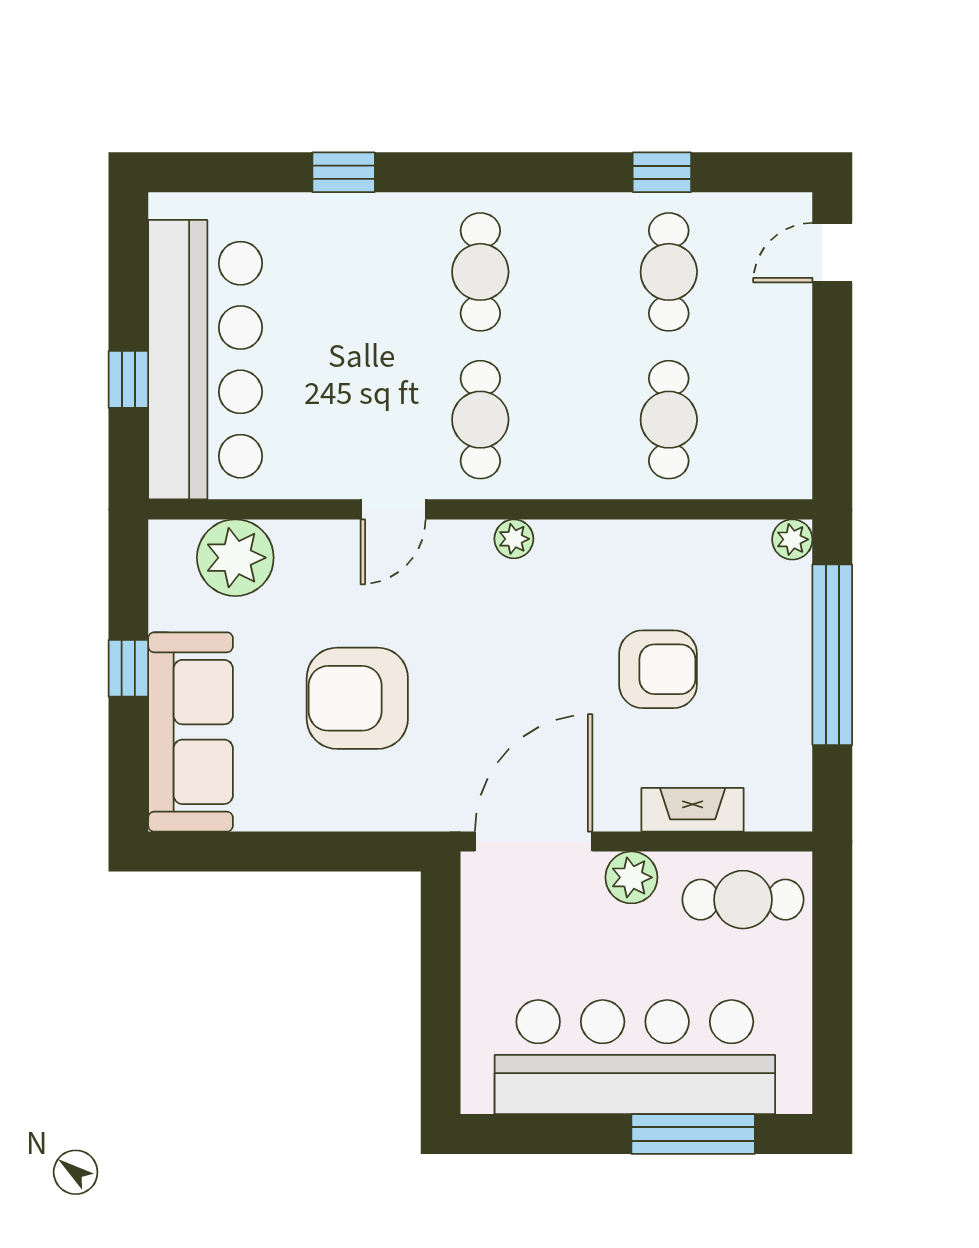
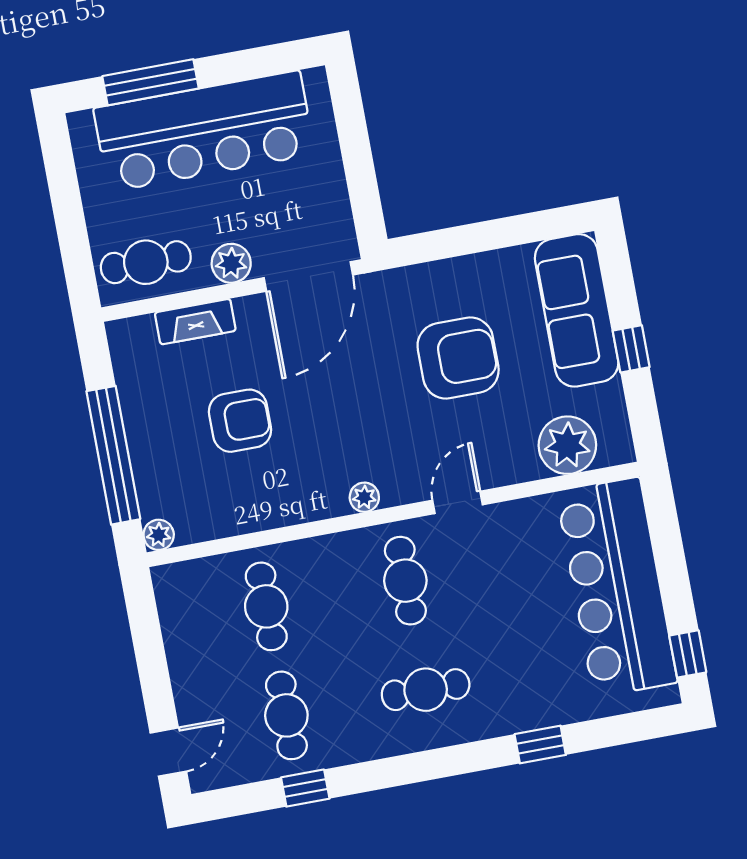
cafe table: (480, 272) -> (426, 690), turned 90
window: (128, 379) -> (688, 654), moved
armchair: (658, 669) -> (240, 421), turned 180

